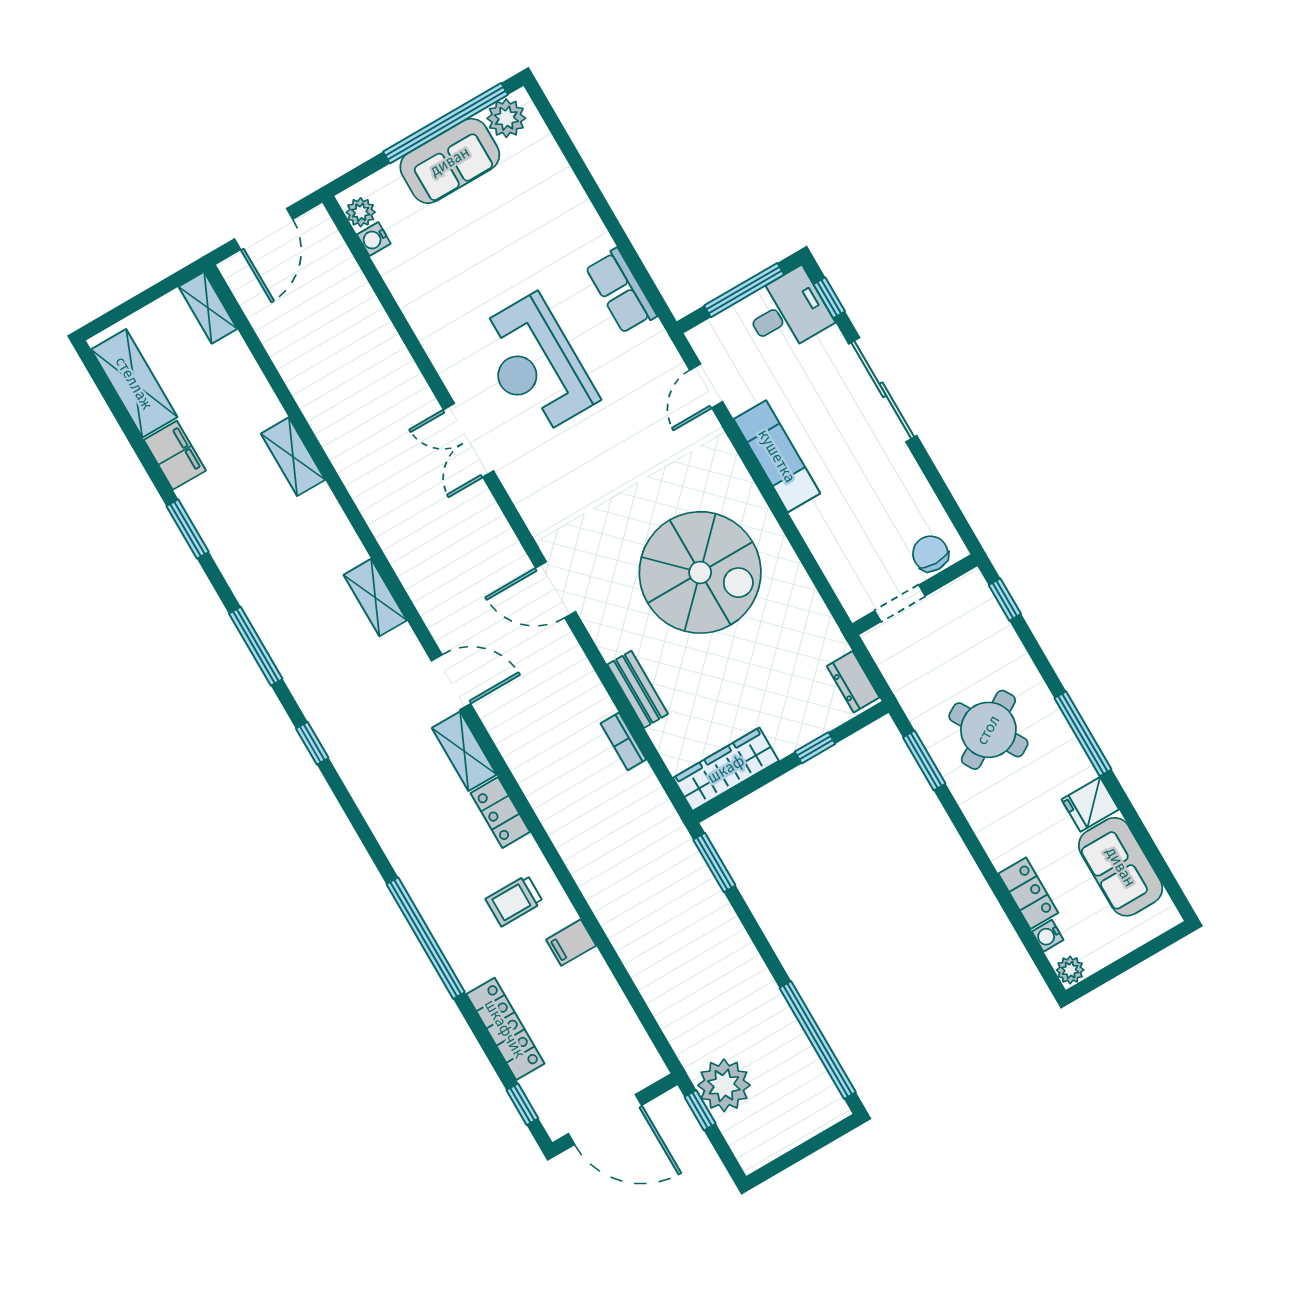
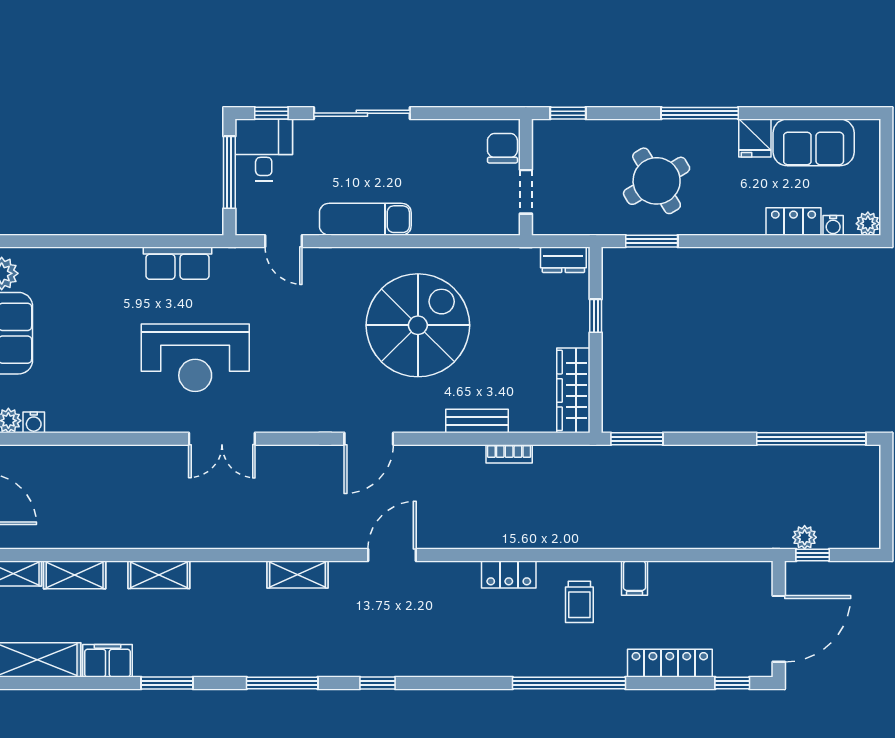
chair: (930, 554) -> (502, 148), turned 90
shelving: (464, 751) -> (75, 575), moved
plant: (724, 1085) -> (805, 537), width x0.53, depth x0.53

